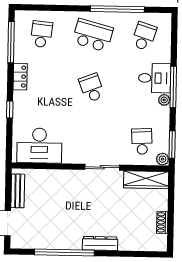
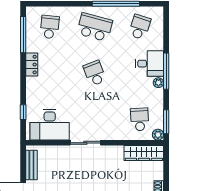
window: (10, 110) -> (23, 112), moved
sliding door: (102, 167) -> (85, 143), moved

